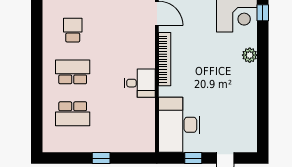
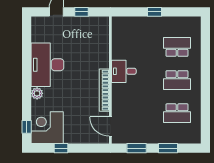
school desk: (73, 30) -> (177, 113), width x1.85
desk: (179, 125) -> (47, 65), moved, turned 180

